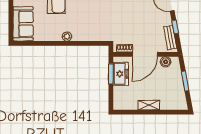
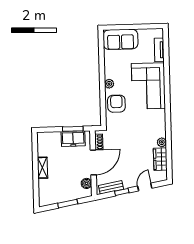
armchair: (87, 30) -> (116, 104), added
door: (145, 54) -> (93, 162), swing flipped

